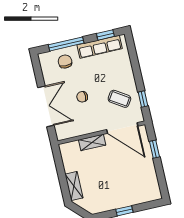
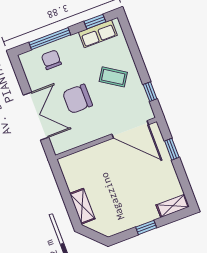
row of seats: (100, 47) -> (98, 34), width x0.68
chair: (82, 97) -> (77, 99), width x1.87, depth x1.87
coffee table: (119, 99) -> (113, 77), moved
shelving: (92, 142) -> (173, 206), moved

